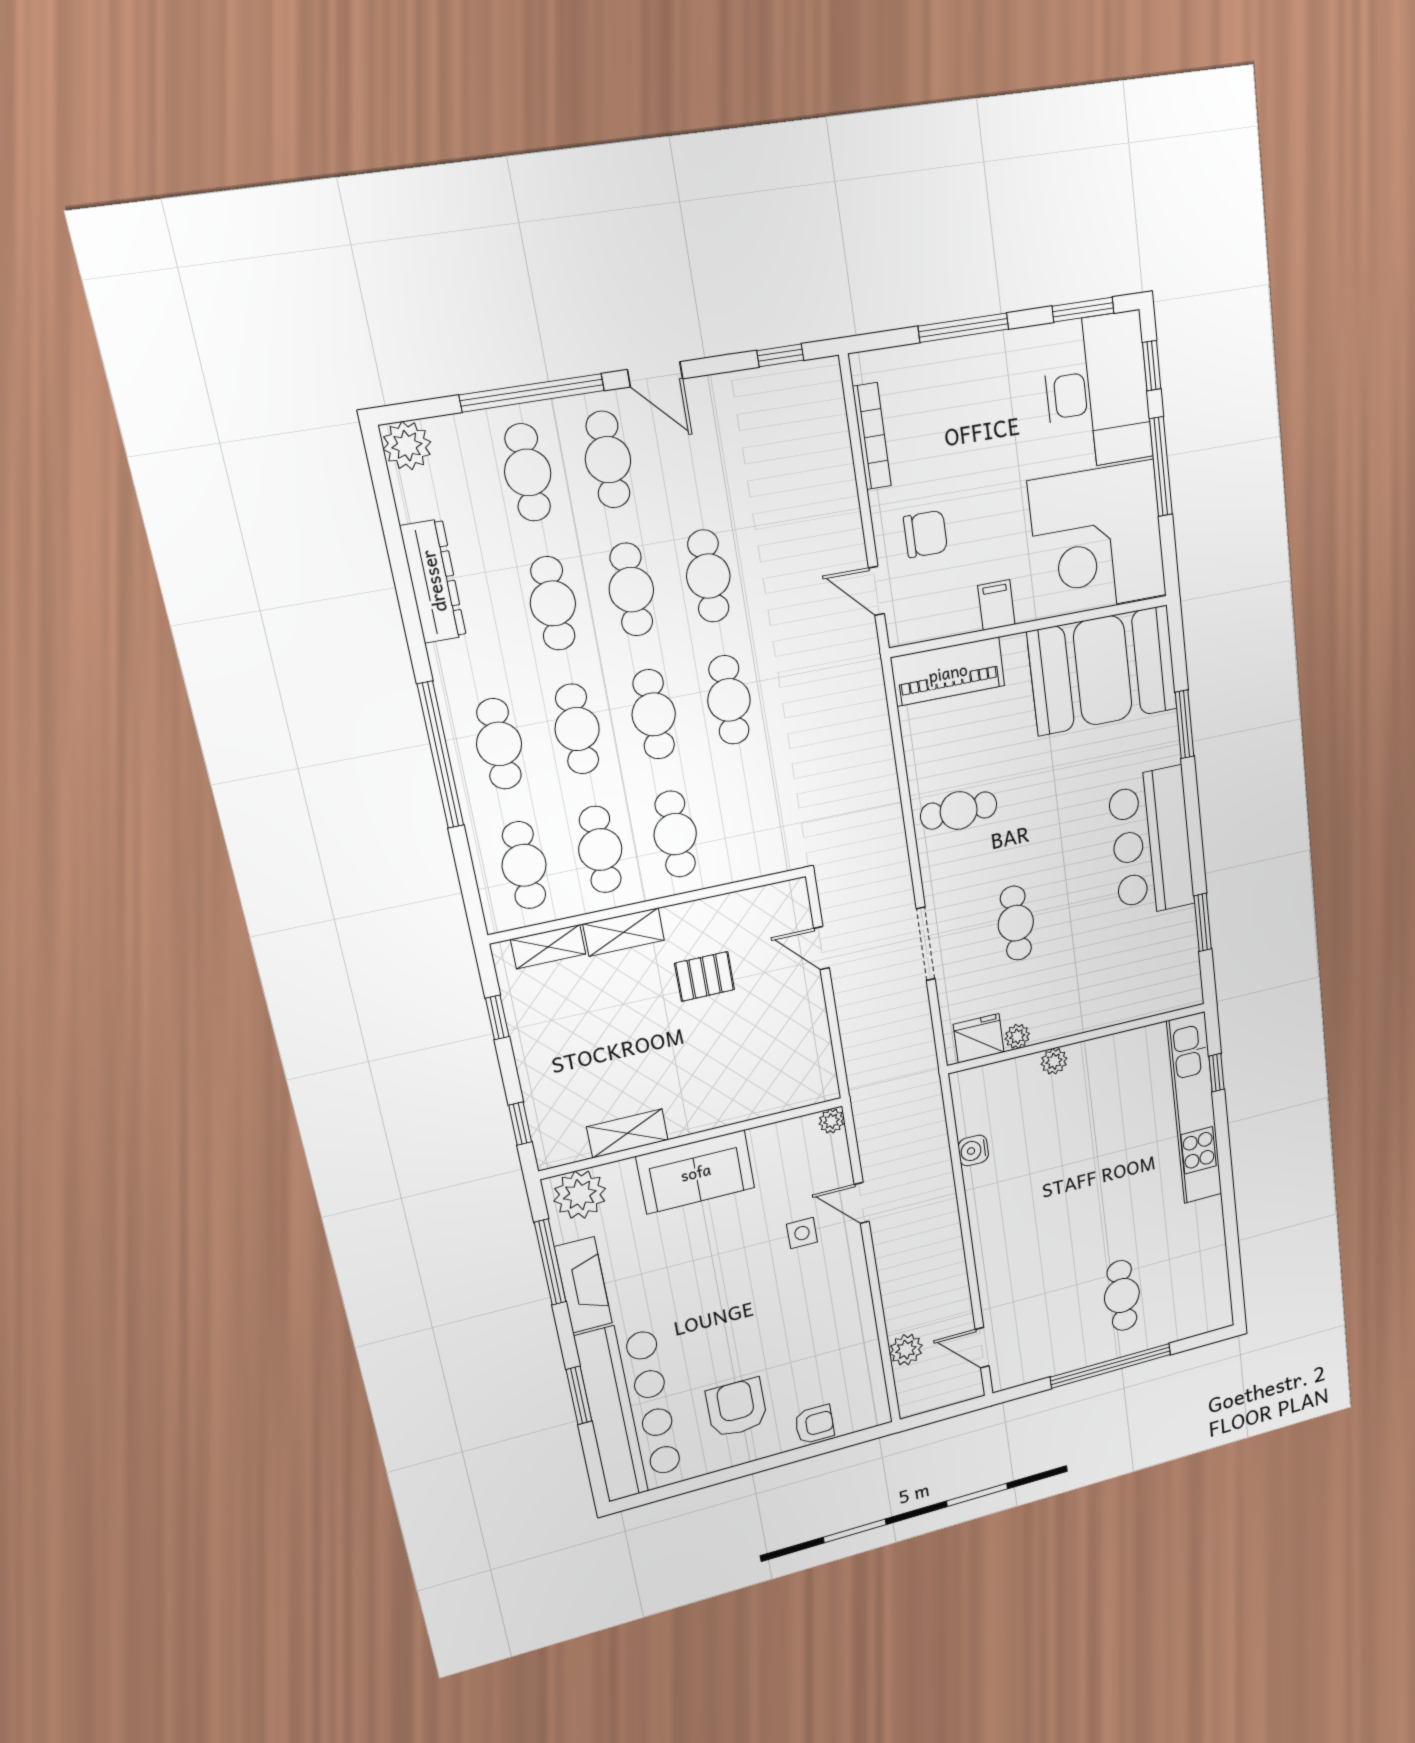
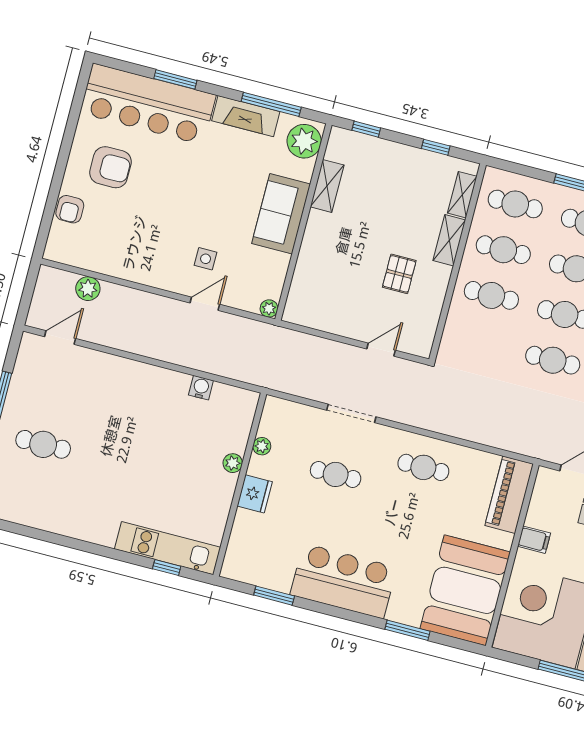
cafe table: (959, 811) -> (423, 467), turned 90
fridge: (979, 1038) -> (255, 494), moved
kitchen unit: (1195, 1109) -> (168, 548), width x0.73

